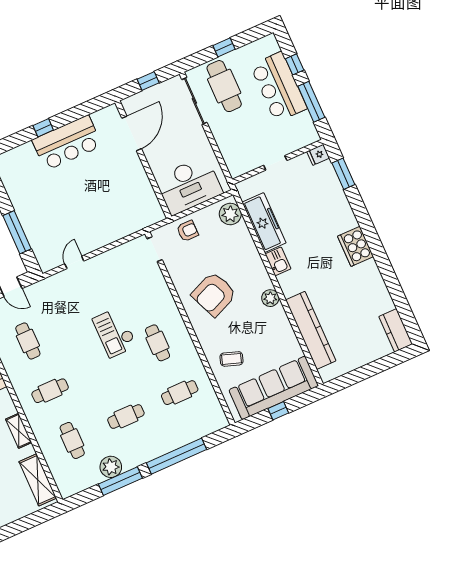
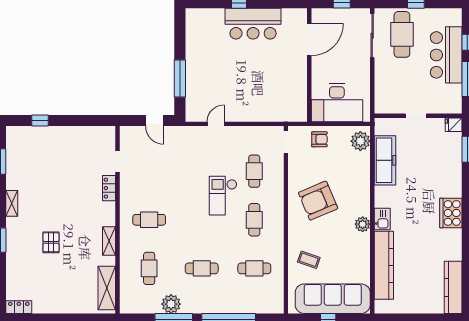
kitchen sink: (278, 261) -> (382, 219), moved
kitchen counter: (396, 330) -> (453, 287), width x1.50
cafe table: (28, 341) -> (254, 171), moved

